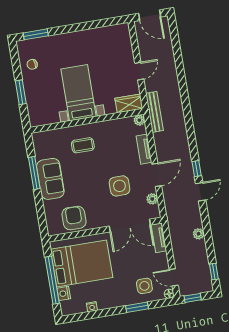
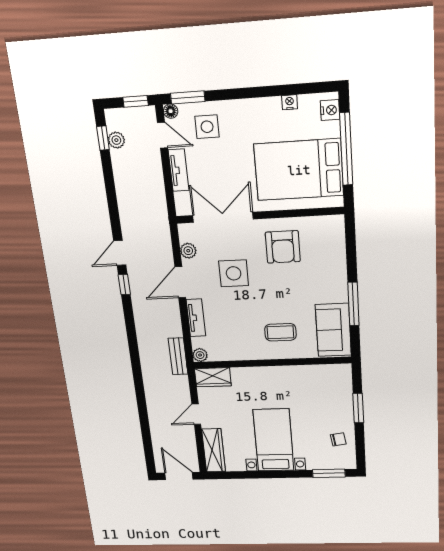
wardrobe: (124, 42) -> (214, 450), added
bed with nightstands: (79, 93) -> (274, 440), moved, turned 180
bench: (154, 112) -> (178, 356), width x0.73
sofa: (50, 179) -> (333, 330), moved
armchair: (74, 218) -> (283, 247), moved
plant: (199, 234) -> (116, 140), moved
tv unit: (159, 238) -> (179, 170), moved
nightstand: (64, 293) -> (330, 110), moved
window: (137, 307) -> (188, 97), moved

